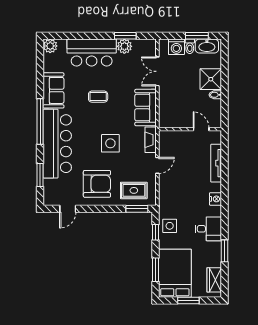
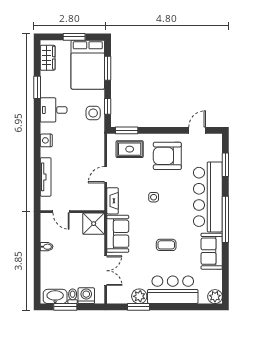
shower: (211, 79) -> (94, 224), moved
side table: (110, 143) -> (154, 197), width x0.54, depth x0.54

